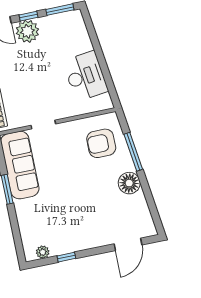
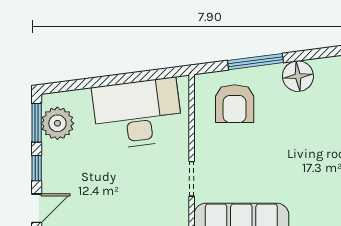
plant: (27, 31) -> (57, 123), moved
desk: (85, 76) -> (138, 114), width x1.36, depth x1.30

